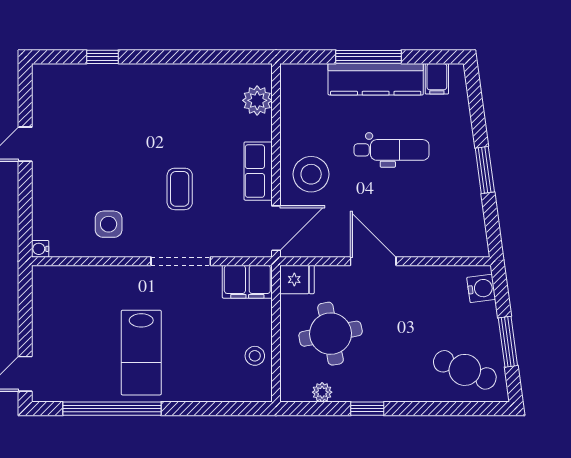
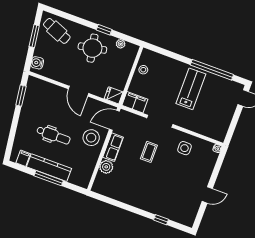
plant: (257, 100) -> (106, 167), moved
dental chair: (392, 150) -> (53, 135), turned 180
window: (485, 170) -> (21, 96), moved
round table: (331, 334) -> (92, 48), moved

